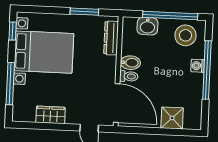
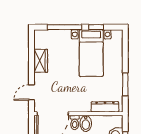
window: (13, 31) -> (96, 27), moved
bed with nightstands: (44, 52) -> (91, 53), width x0.73

